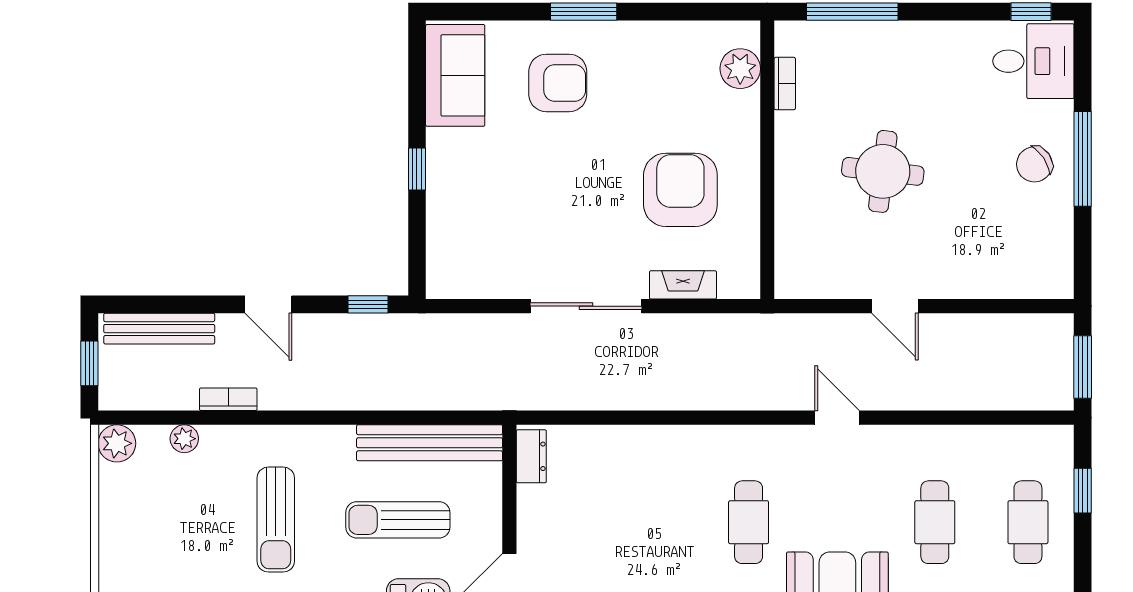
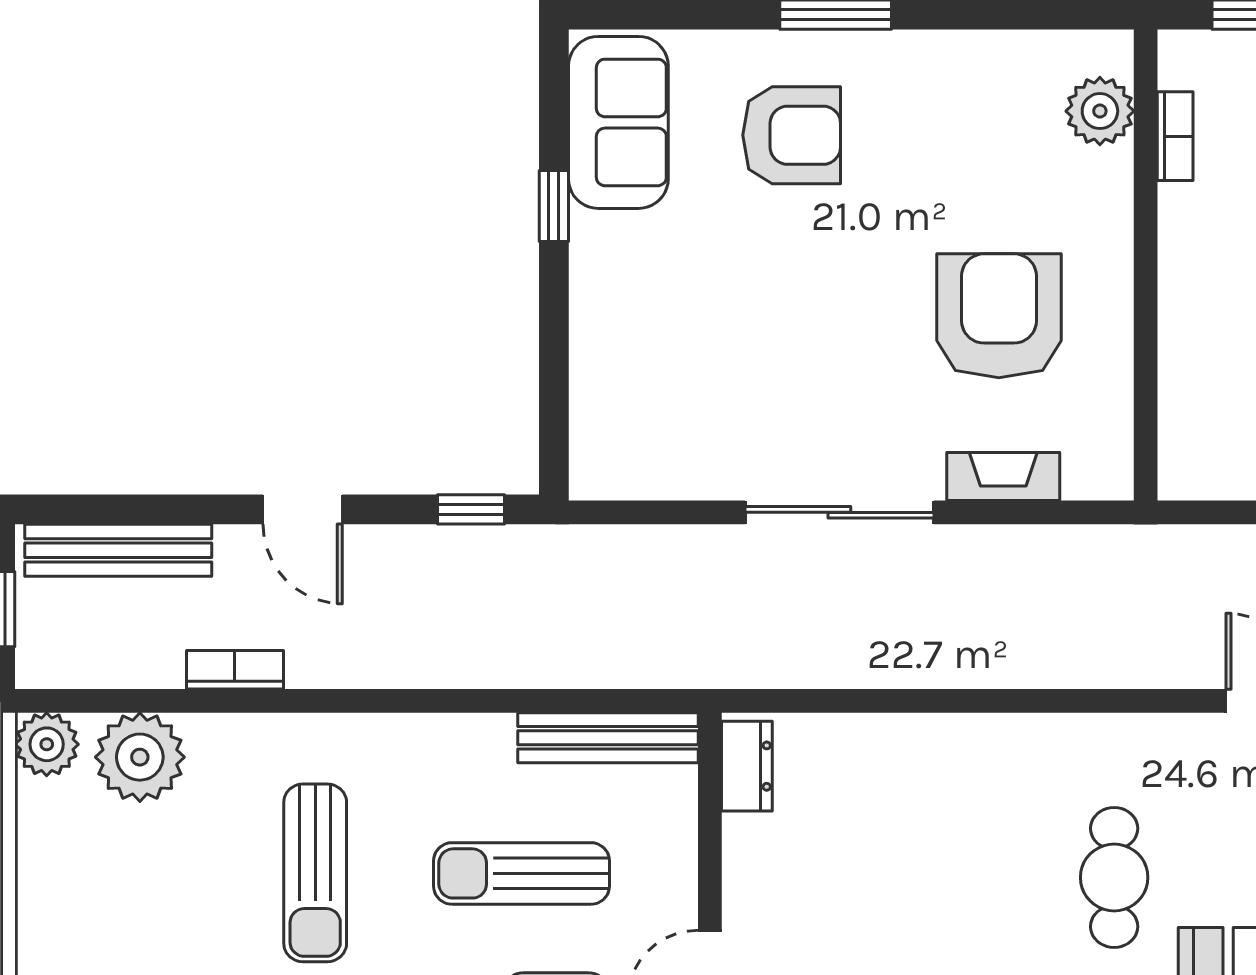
window: (417, 169) -> (554, 206), moved
plant: (184, 439) -> (140, 757), width x1.88, depth x1.88
bench: (430, 443) -> (608, 738), width x0.73, depth x0.82

